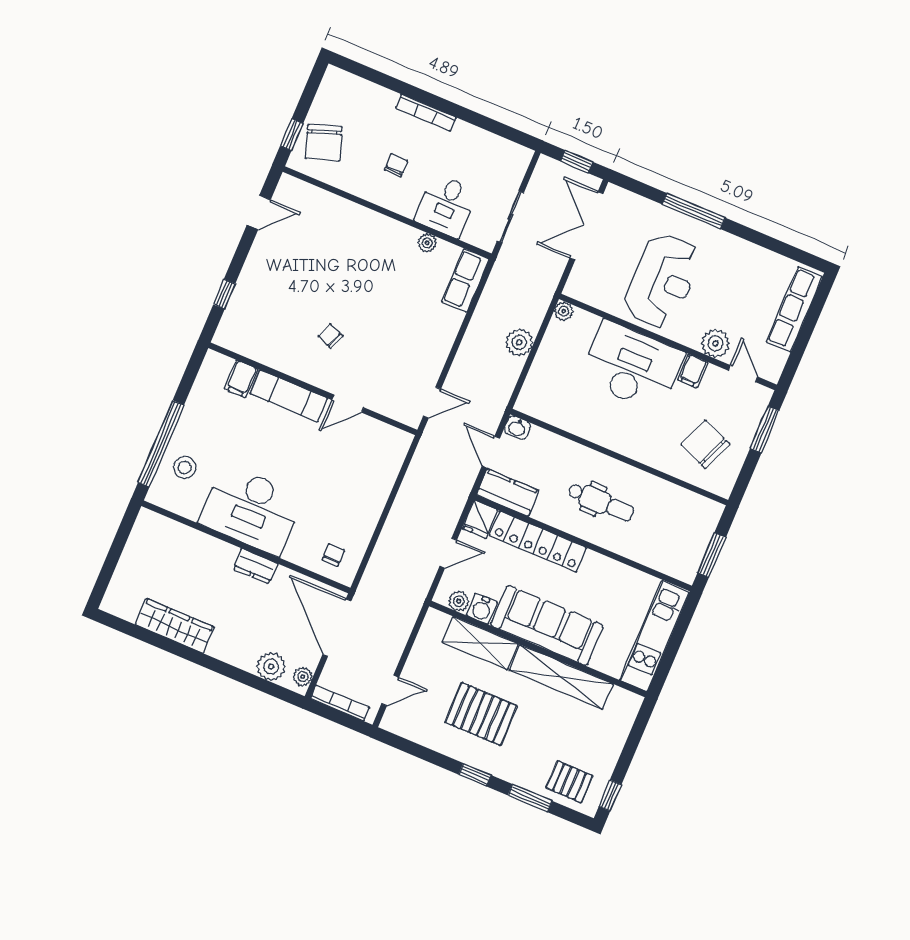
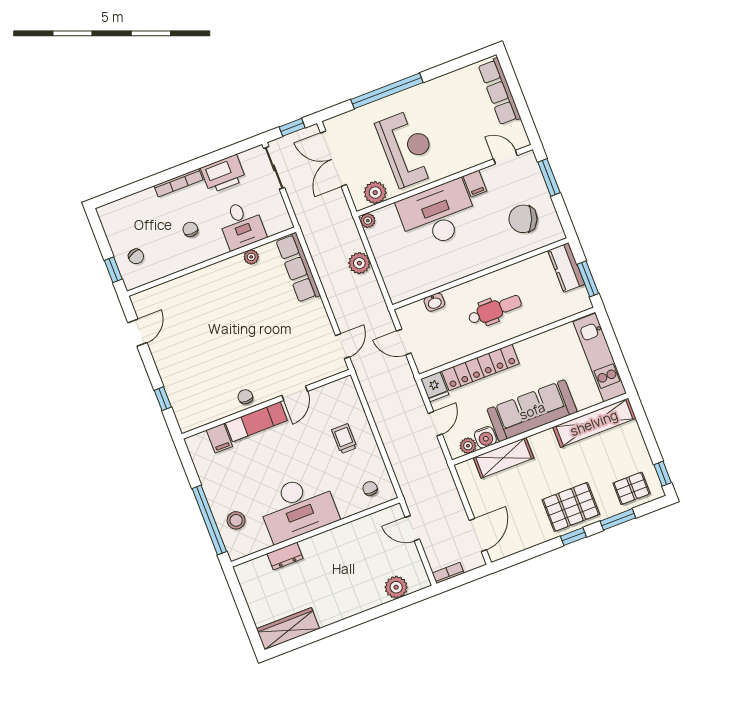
chair: (324, 142) -> (136, 256), width x0.54, depth x0.54
printer: (474, 144) -> (223, 174), added
window: (694, 211) -> (387, 91), width x1.46
sliding door: (510, 217) -> (274, 168), moved
row of seats: (465, 280) -> (298, 268), width x1.48
chair: (331, 336) -> (245, 397), moved, turned 68
plant: (715, 343) -> (375, 193), moved
washbasin: (517, 428) -> (434, 302), moved
trolley: (353, 488) -> (344, 439), added
kitchen counter: (508, 493) -> (566, 267), moved, turned -90
dresser: (255, 566) -> (285, 556), moved
wardrobe: (175, 626) -> (288, 629), moved
door: (337, 628) -> (412, 528), width x0.53
plant: (303, 677) -> (420, 575), removed
shelving: (561, 677) -> (594, 423), moved
door: (390, 691) -> (478, 535), width x1.38
bookcase: (340, 703) -> (448, 573), width x0.64
pallet: (481, 714) -> (571, 507), moved

